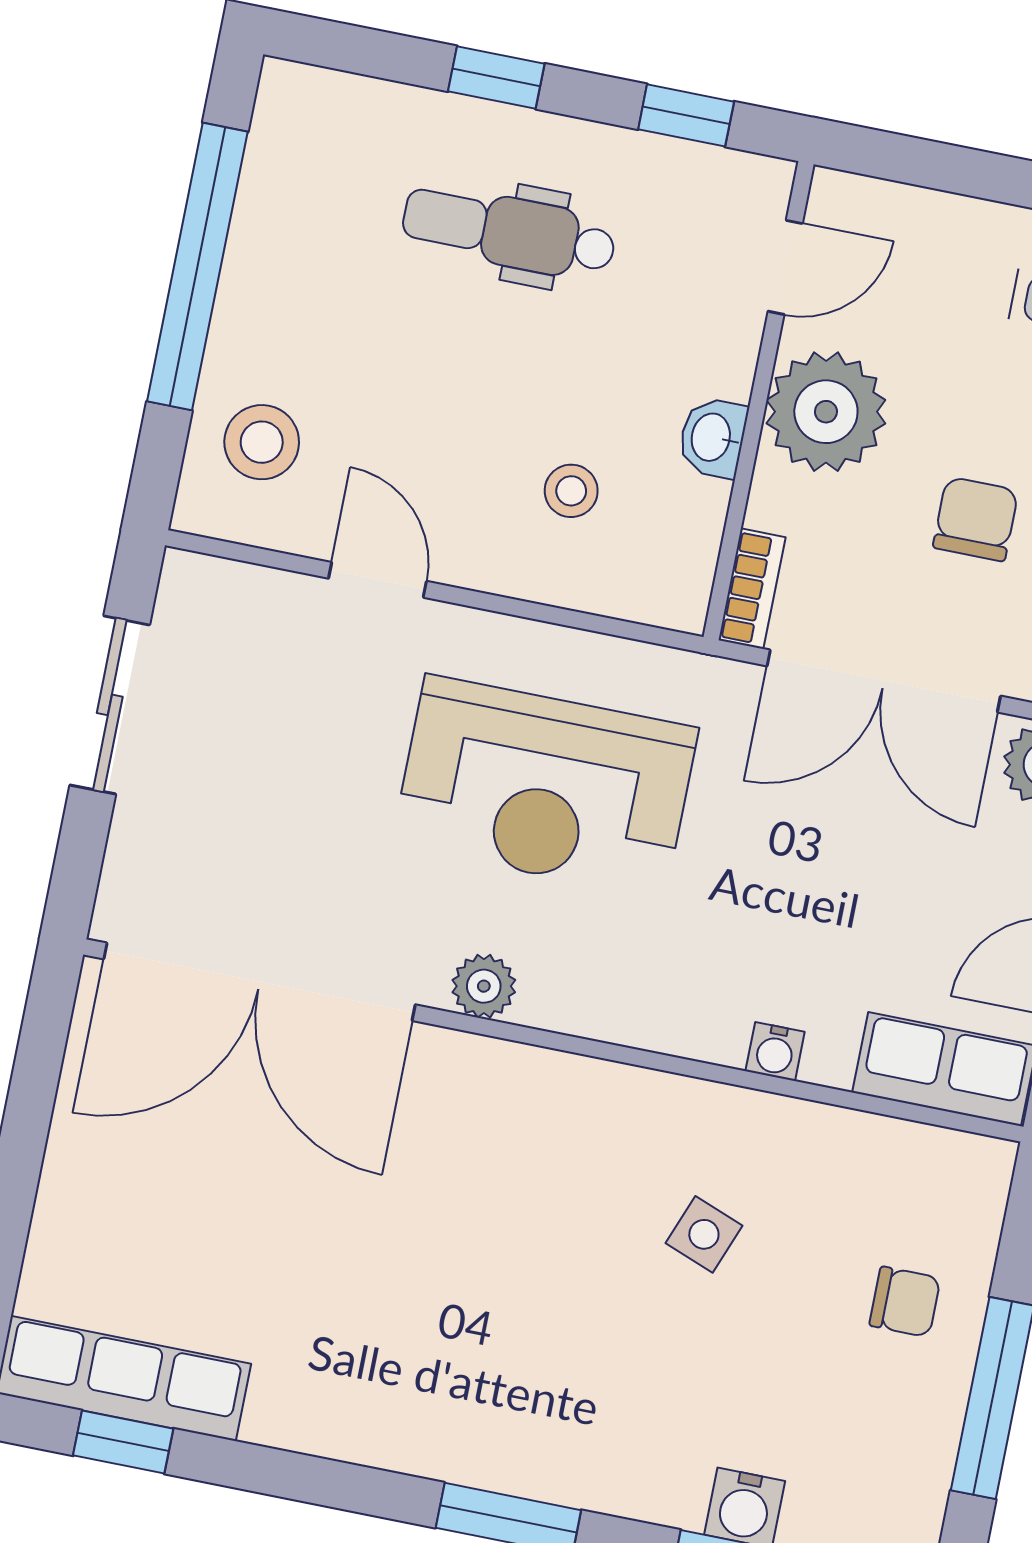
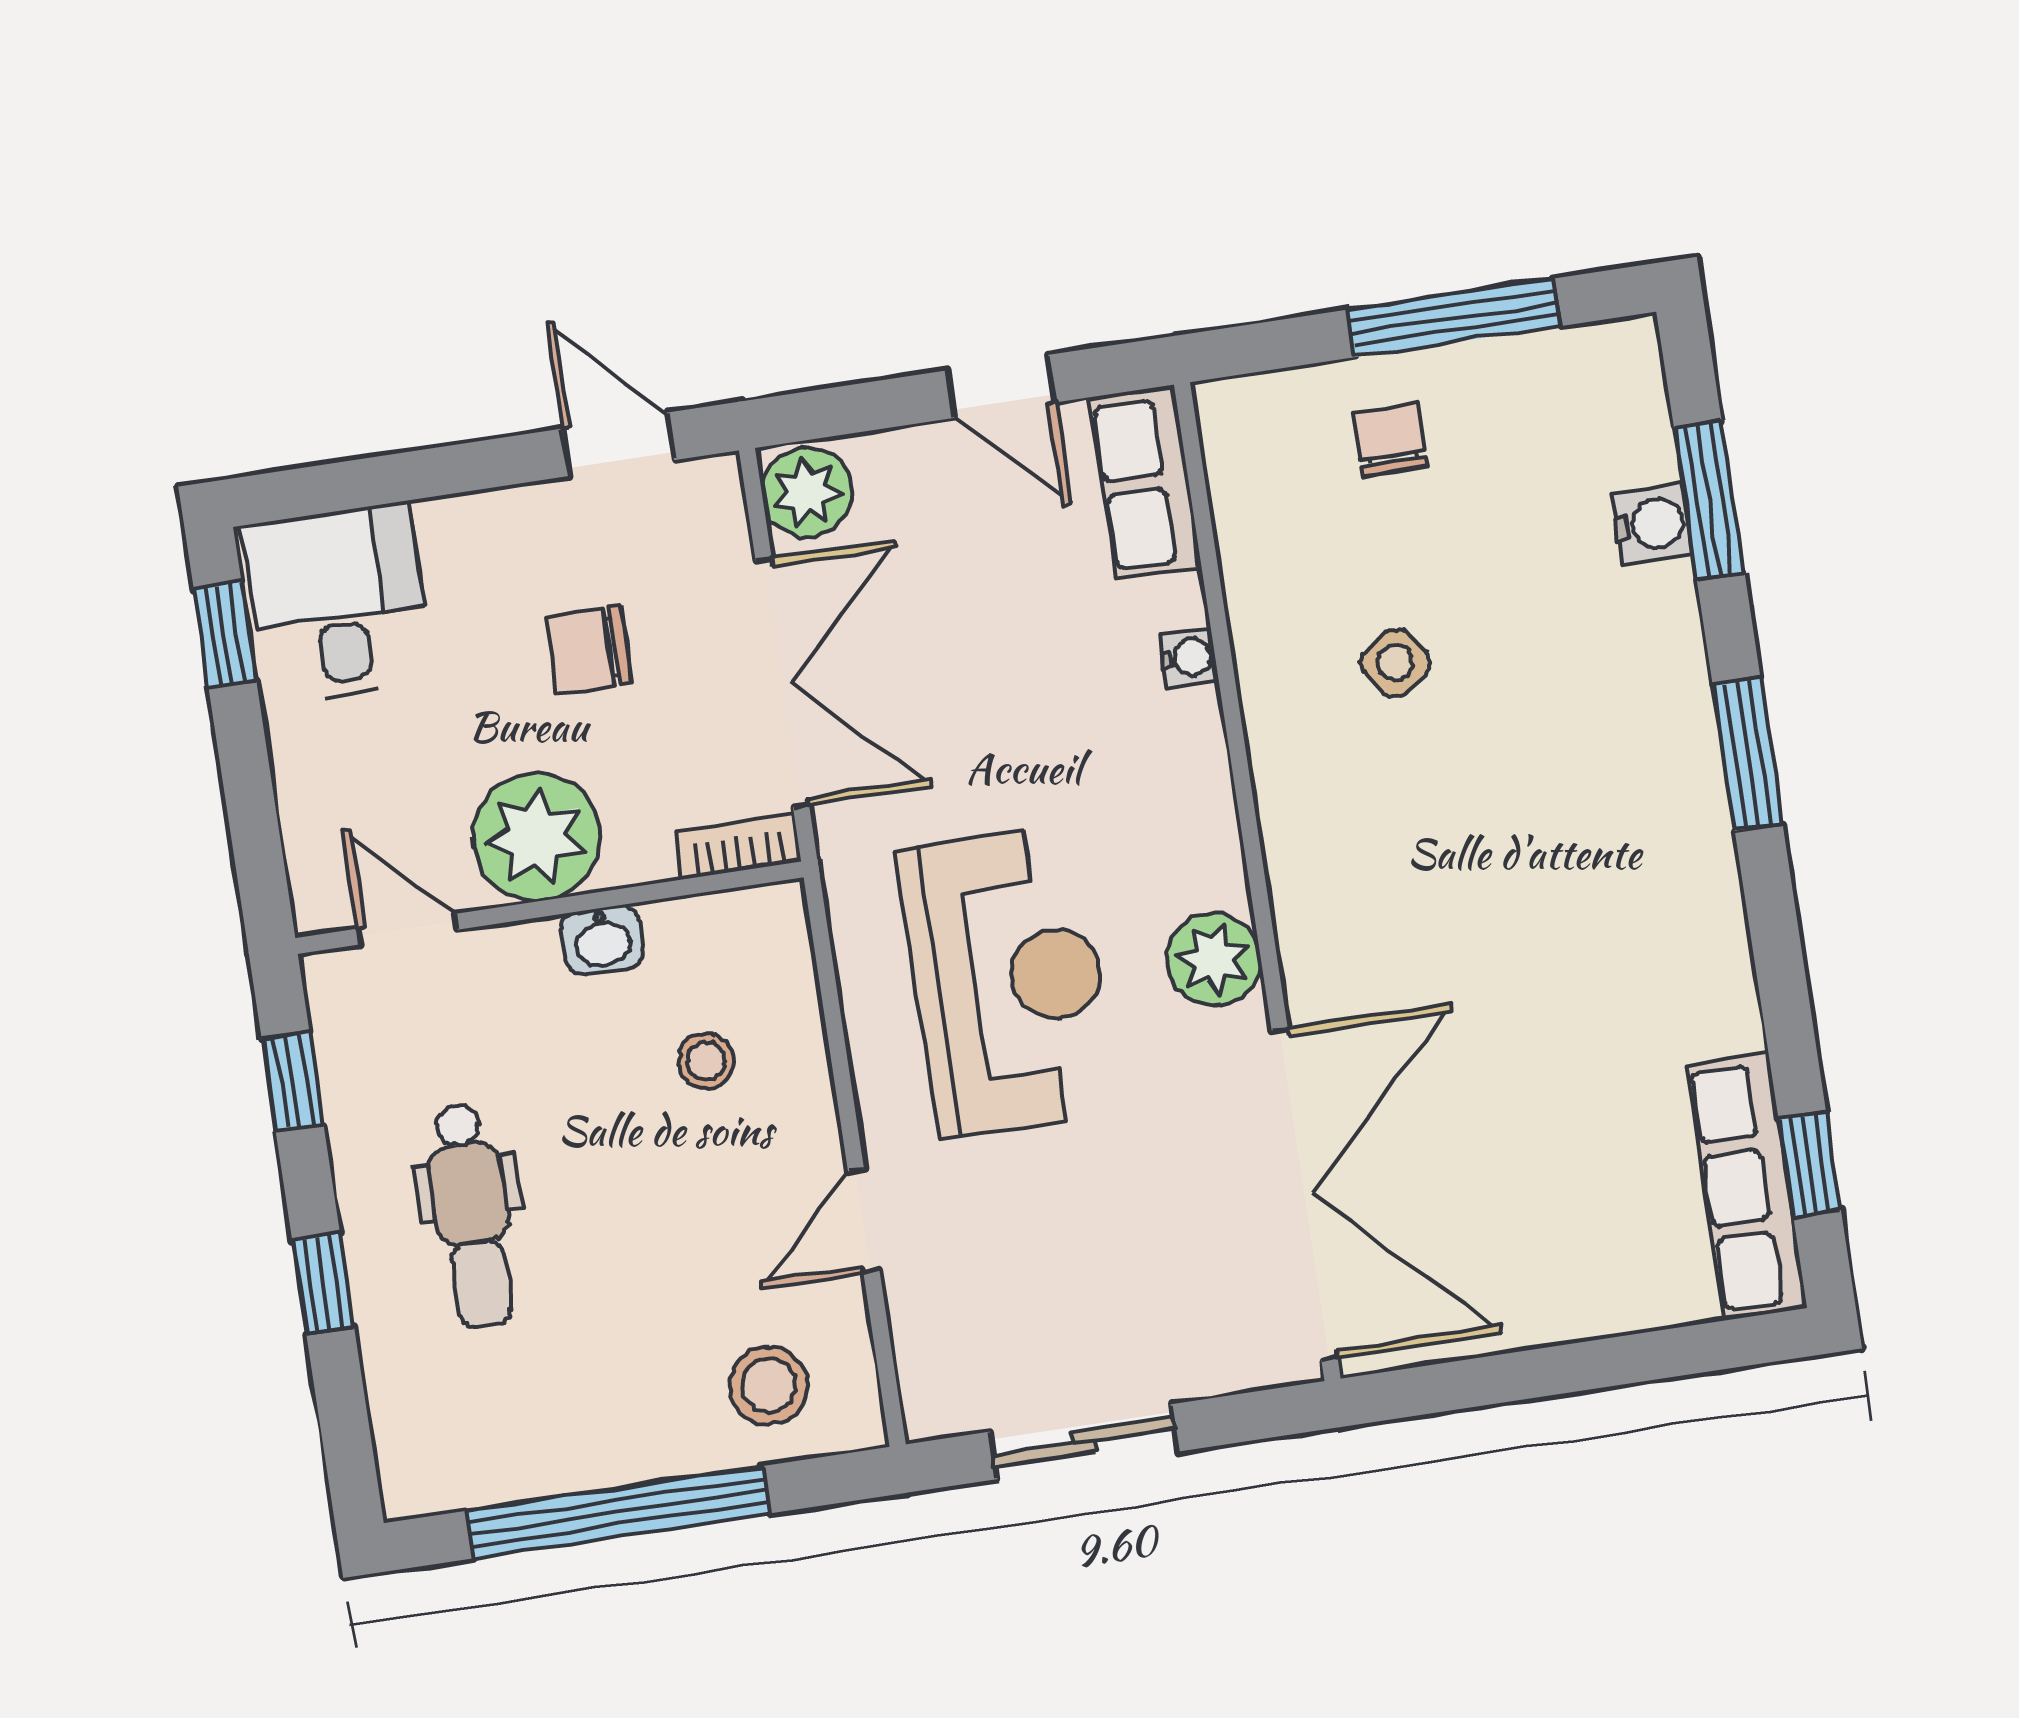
plant: (484, 986) -> (1214, 959), width x1.38, depth x1.38
side table: (704, 1234) -> (1395, 663), turned 33

